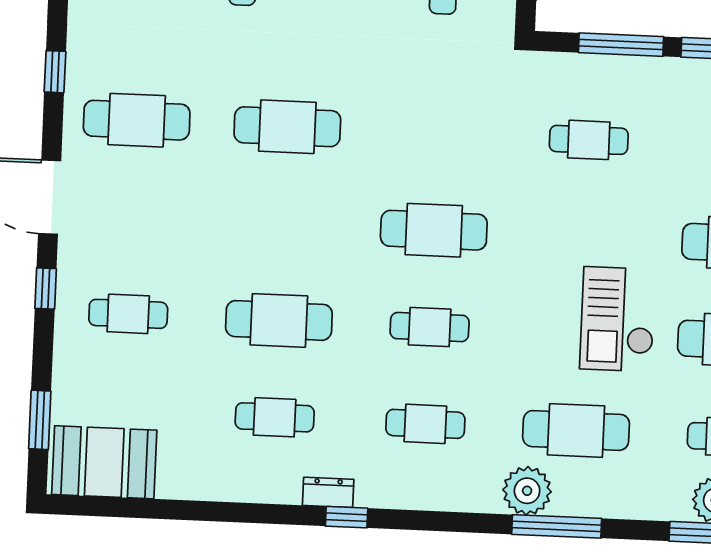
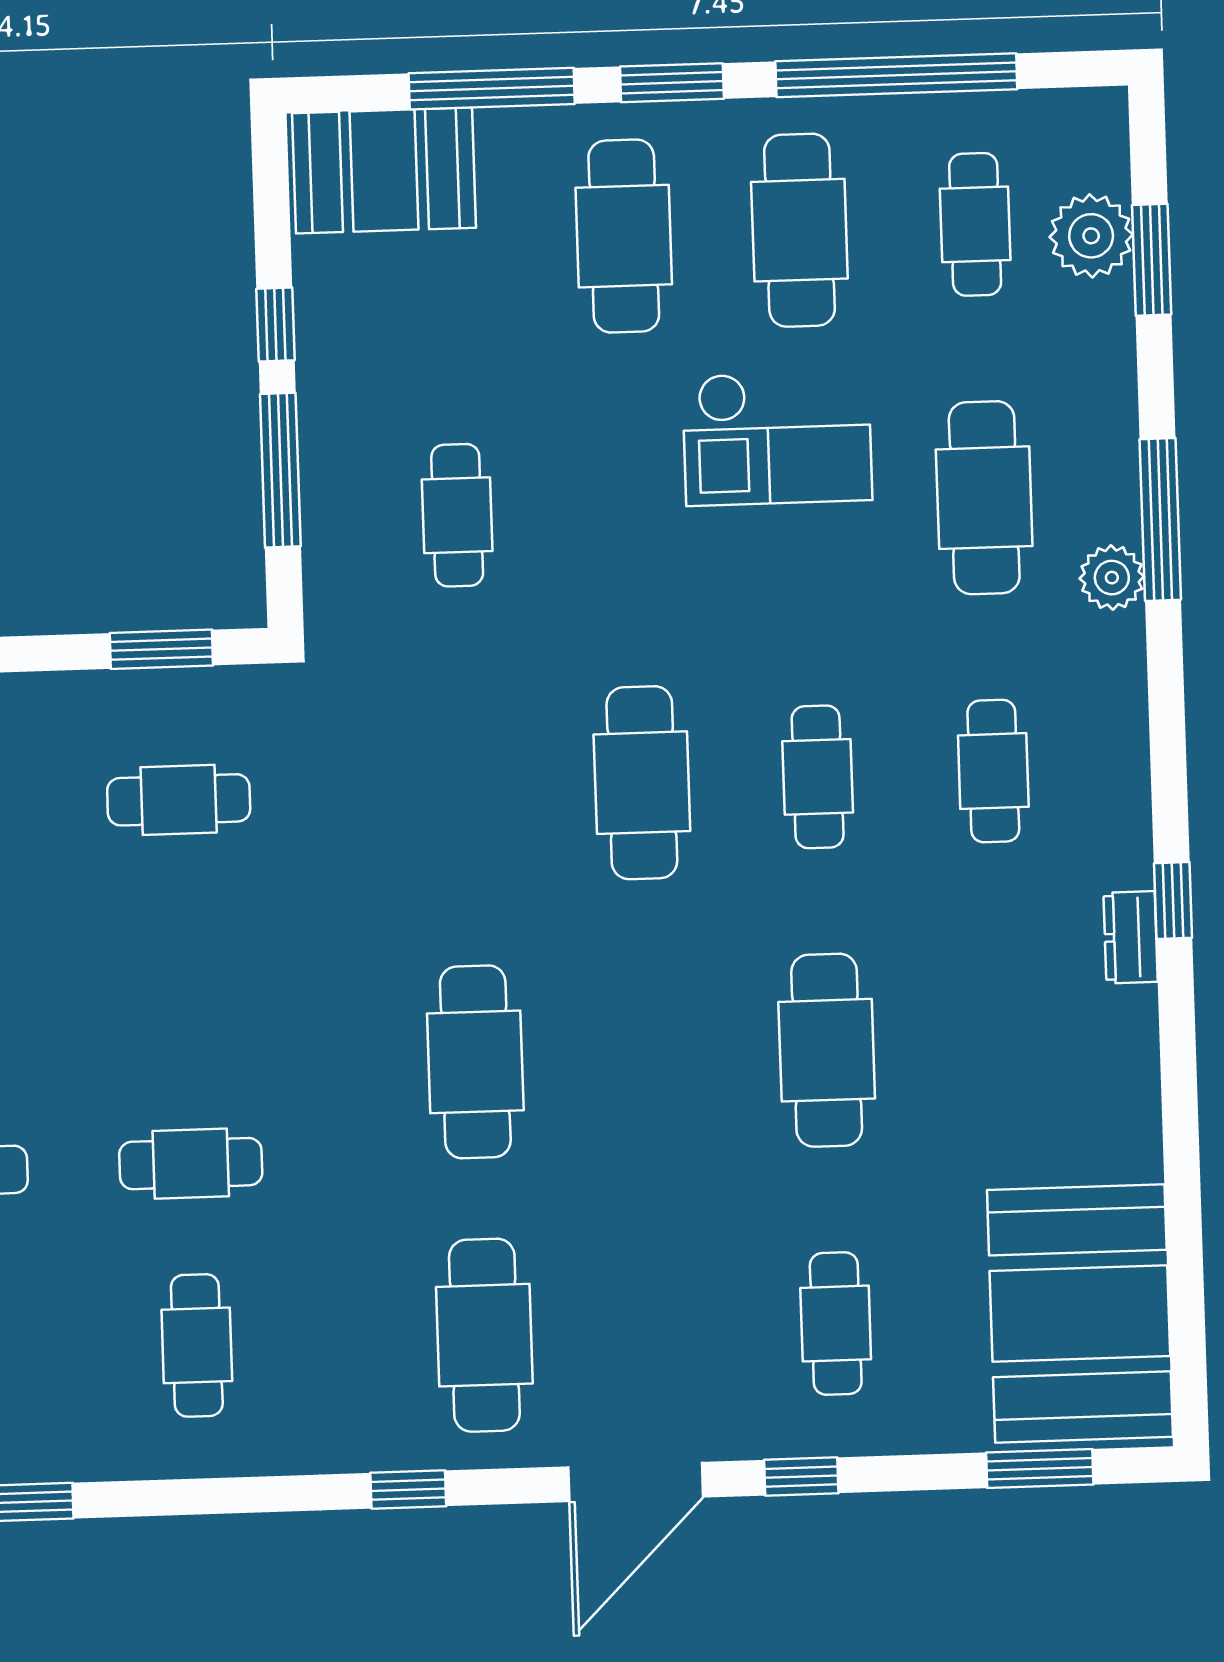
cafe table: (275, 417) -> (1002, 1044), removed
booth: (104, 462) -> (1080, 1313), width x1.36, depth x1.42
plant: (527, 491) -> (1112, 578), width x0.73, depth x0.73

